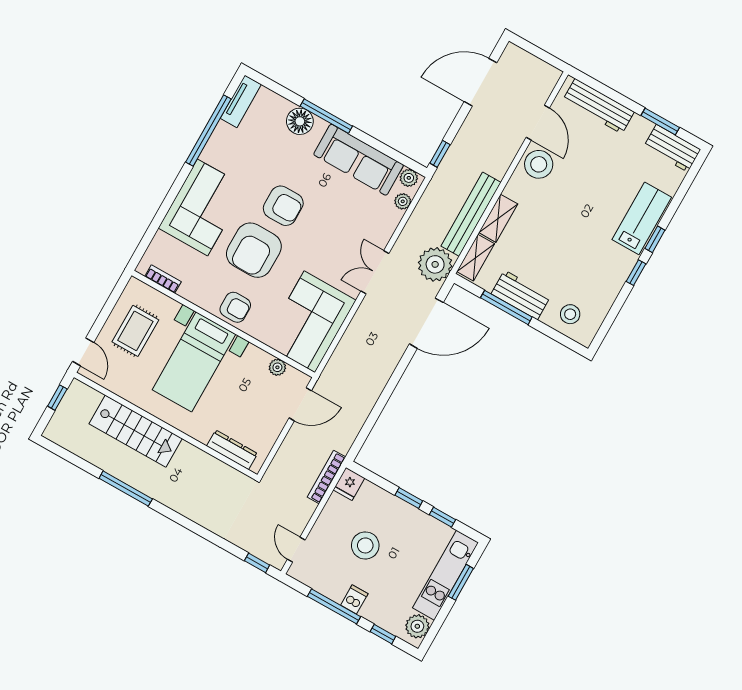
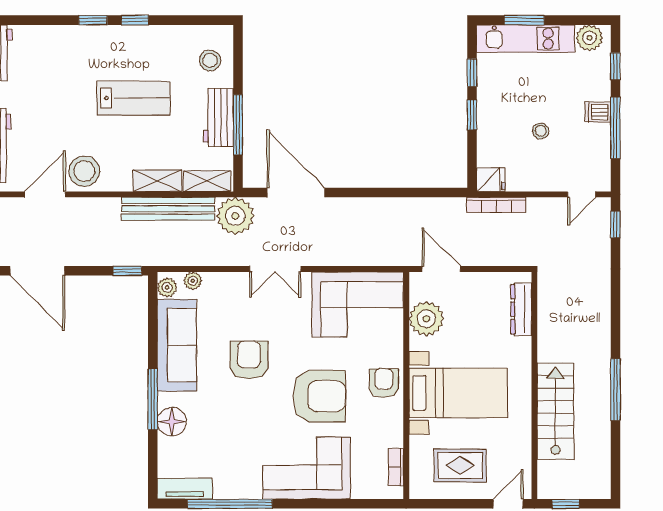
armchair: (283, 206) -> (249, 360), moved
lab bench: (642, 218) -> (133, 98), moved, turned 180
plant: (277, 367) -> (426, 319), width x1.87, depth x1.87
stool: (365, 545) -> (541, 131), width x0.53, depth x0.53

